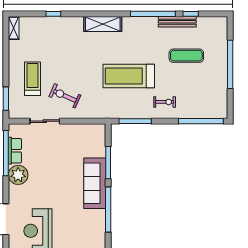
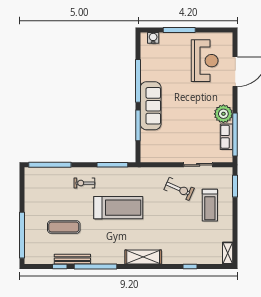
window: (230, 64) -> (22, 235), moved

